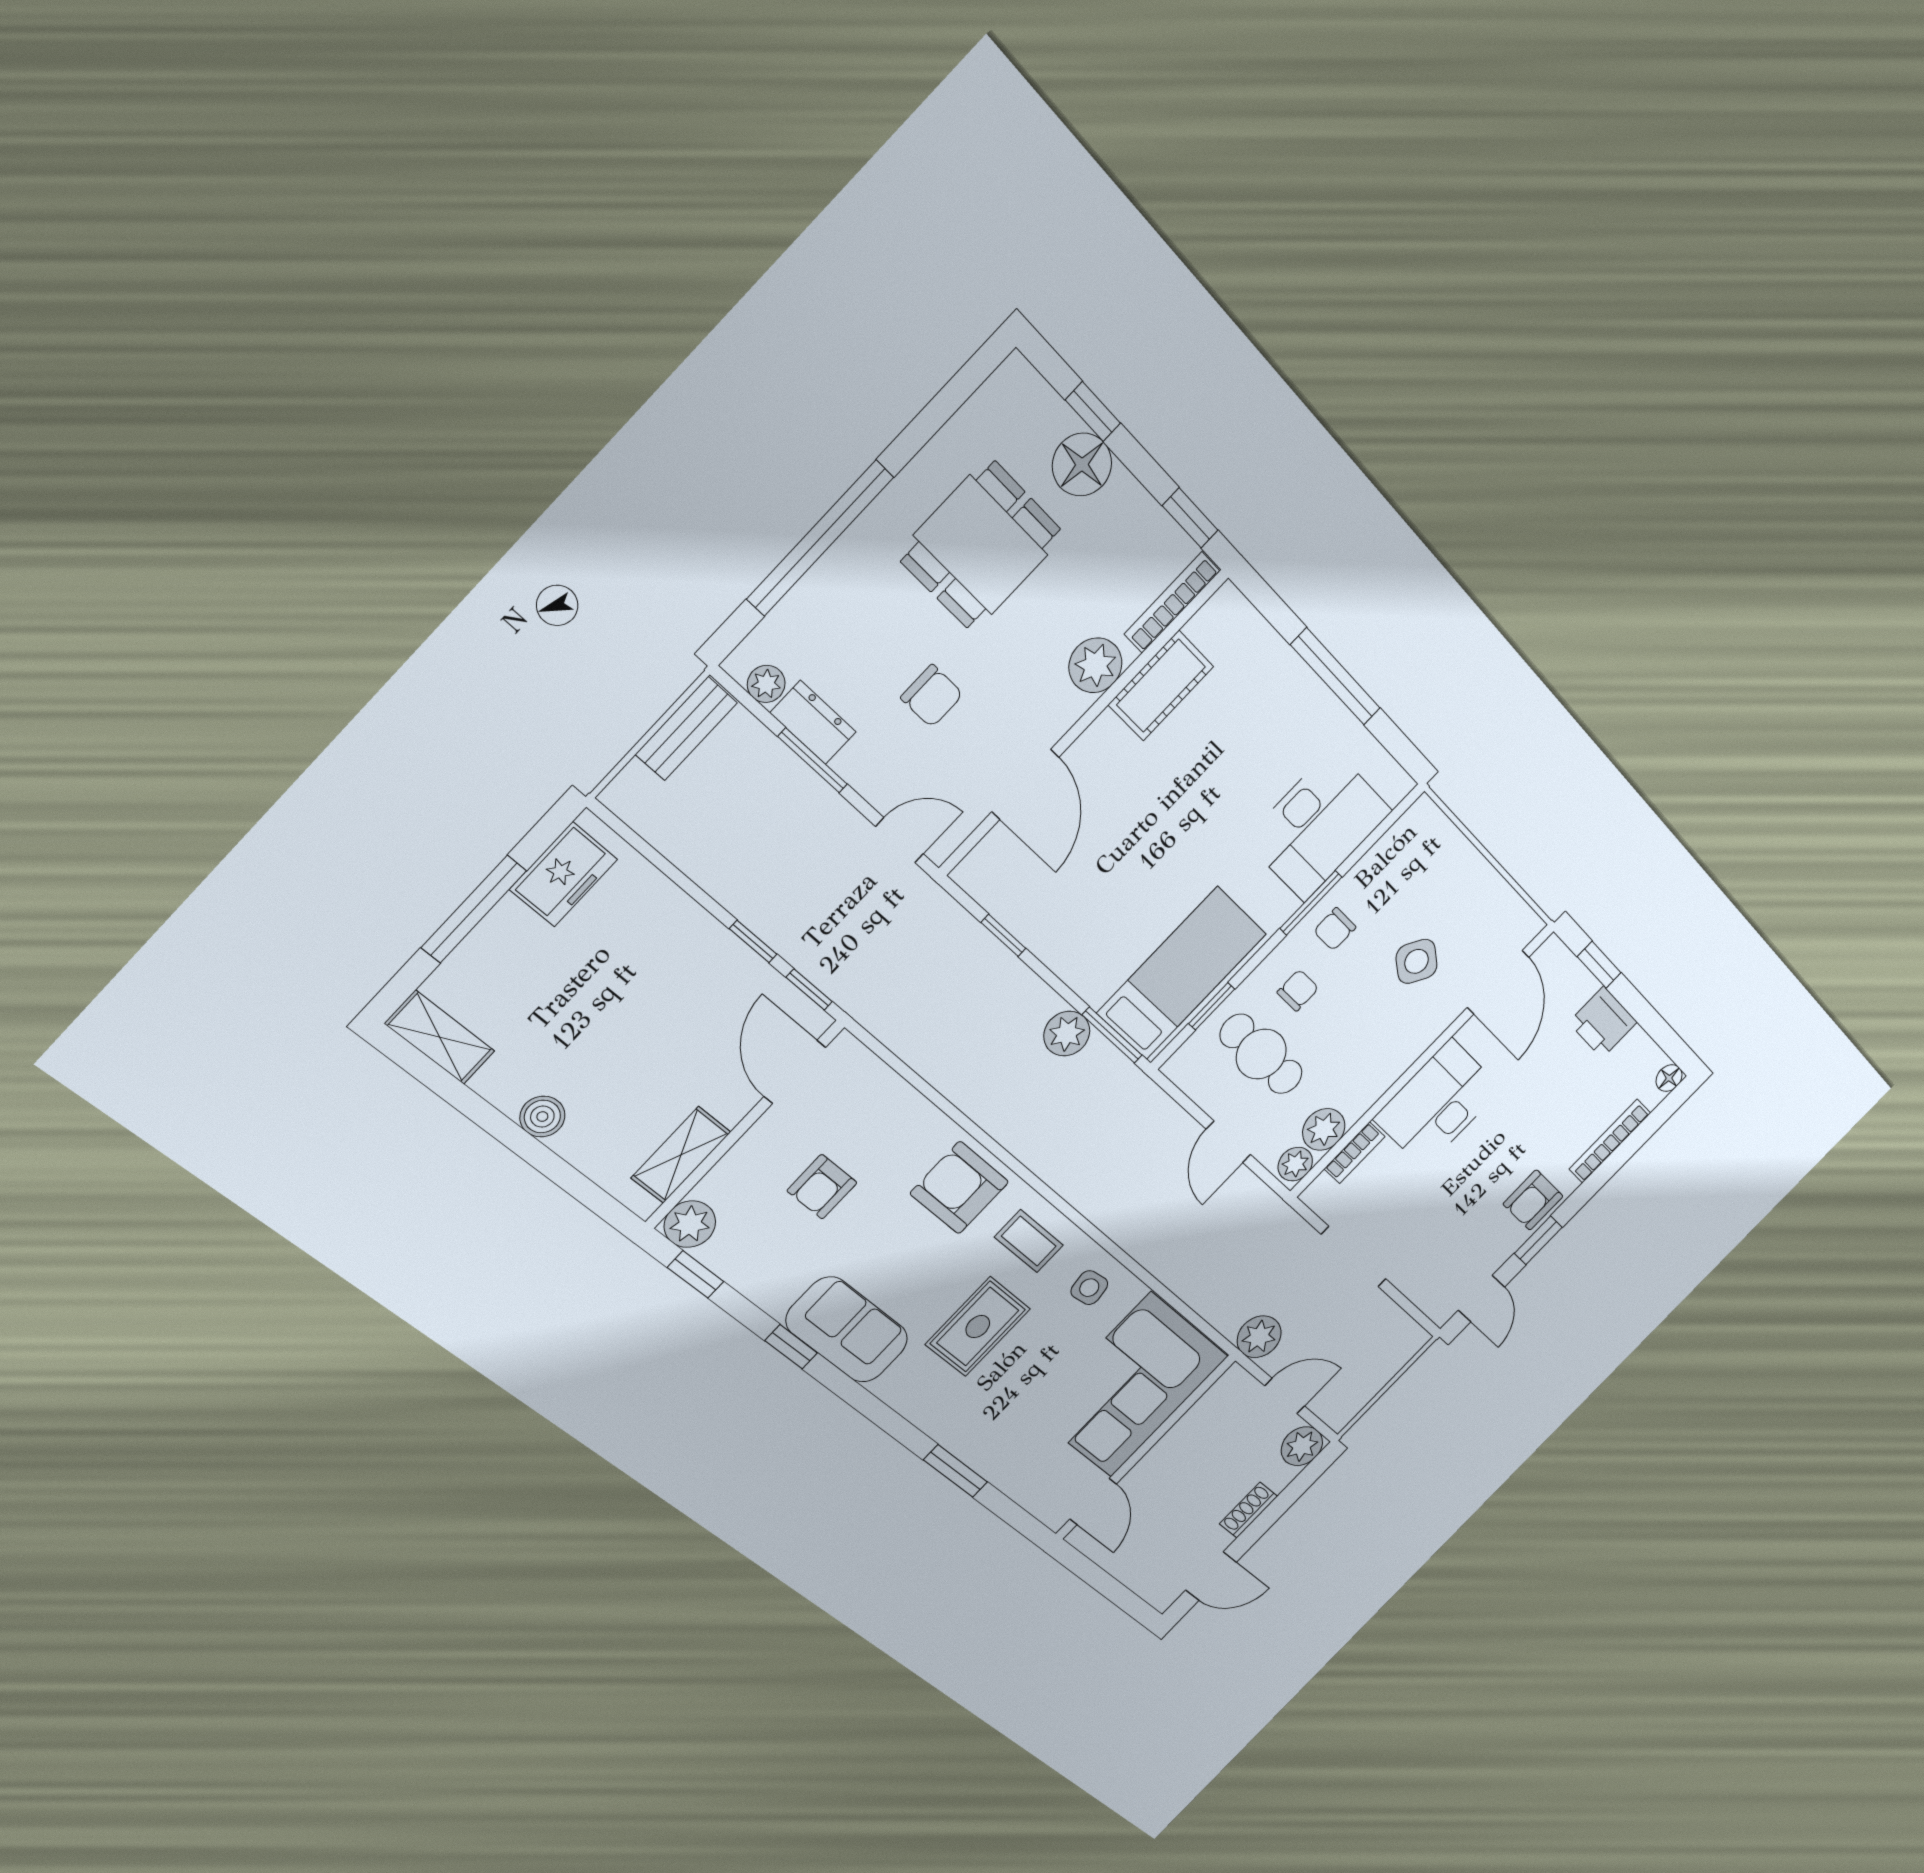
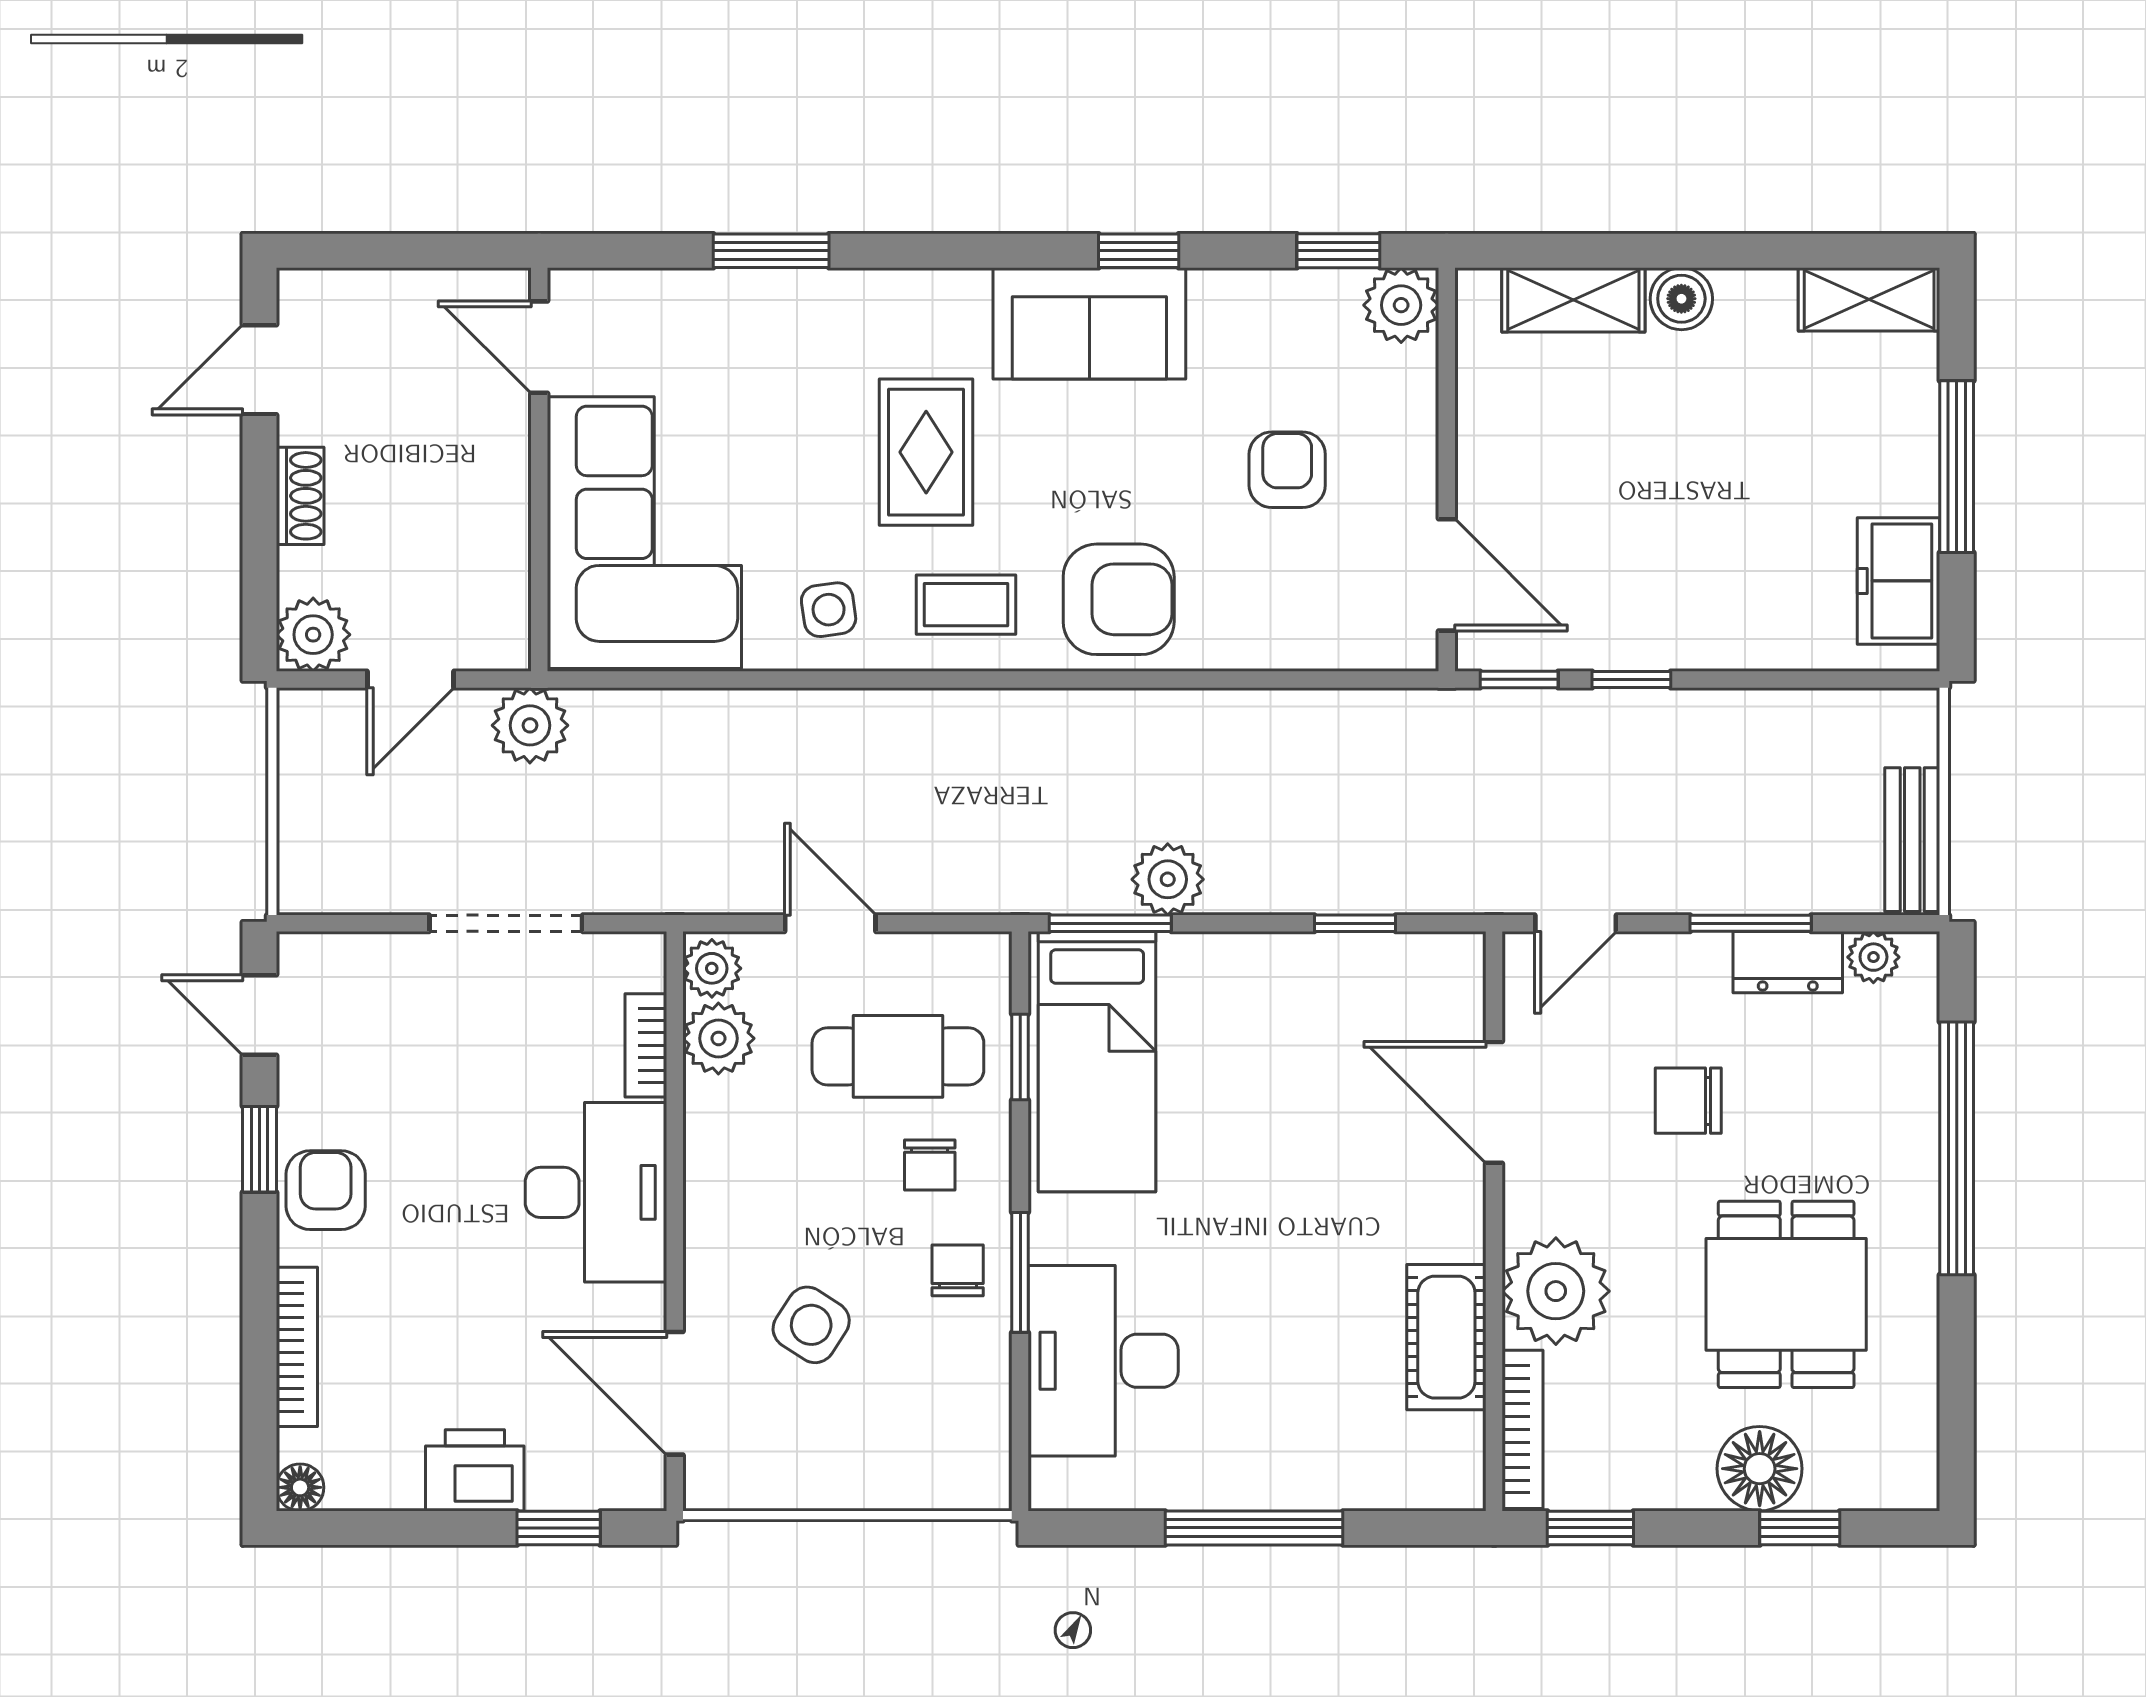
plant: (1095, 665) -> (1556, 1291), width x1.36, depth x1.36
shelving: (681, 1155) -> (1573, 300), moved, turned 90

